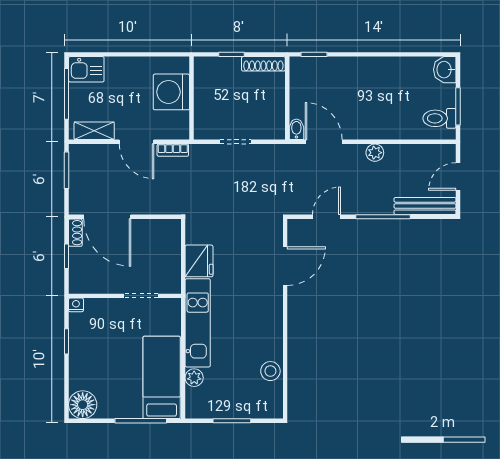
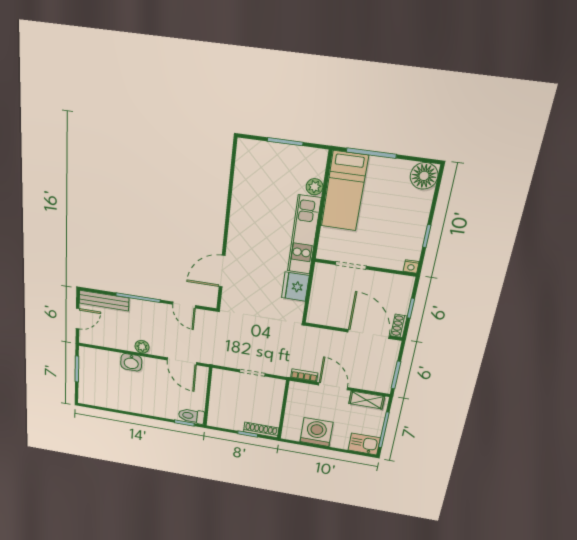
shoe rack: (263, 64) -> (261, 430), moved
washbasin: (445, 70) -> (131, 362), moved, turned 90
washing machine: (171, 92) -> (316, 432), moved, turned -90
toilet: (439, 118) -> (191, 416), moved, turned 180
bidet: (296, 129) -> (203, 374), removed
door: (326, 217) -> (184, 305), hinge flipped
stool: (270, 371) -> (244, 183), removed

